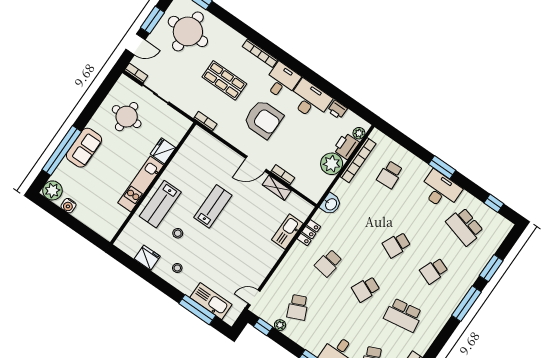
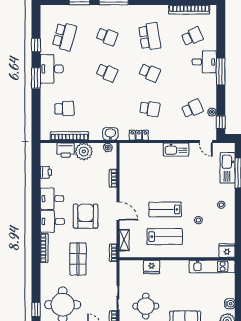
desk: (310, 100) -> (52, 199), width x0.73
plant: (359, 133) -> (108, 147), moved
door: (256, 164) -> (118, 211), moved
kitchen unit: (141, 184) -> (212, 266), moved
shelving: (277, 188) -> (124, 240), moved
window: (494, 203) -> (36, 45), moved
lab bench: (160, 204) -> (165, 237), moved
kitchen sink: (287, 232) -> (176, 150), moved
fridge: (147, 258) -> (227, 251), moved, turned 90

